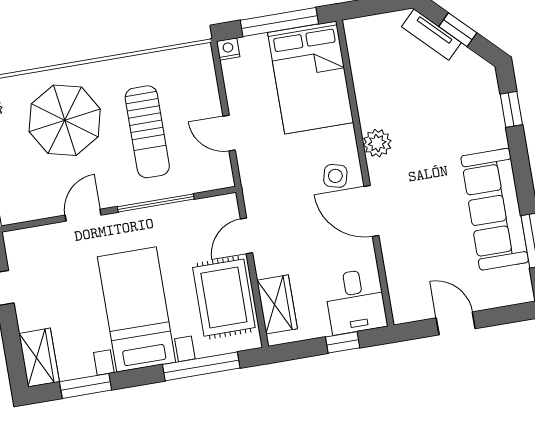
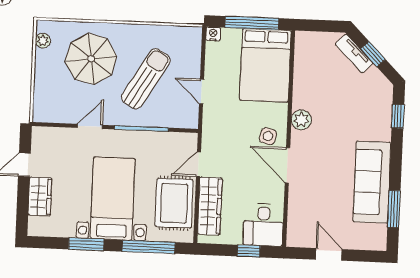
sun lounger: (147, 132) -> (146, 79), turned -149
wardrobe: (277, 304) -> (210, 206), width x1.50
wardrobe: (39, 358) -> (40, 196), moved
window: (86, 386) -> (86, 244), moved

